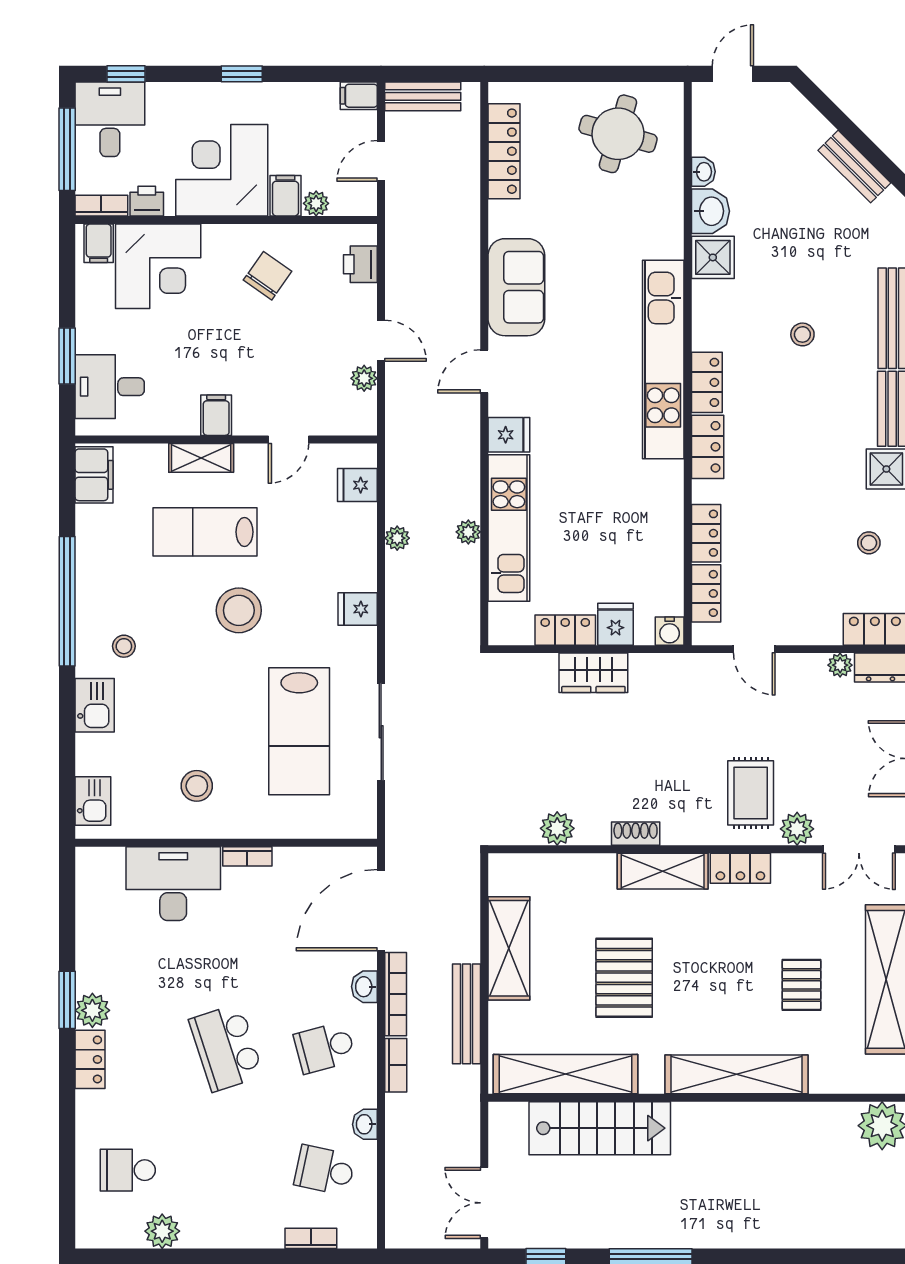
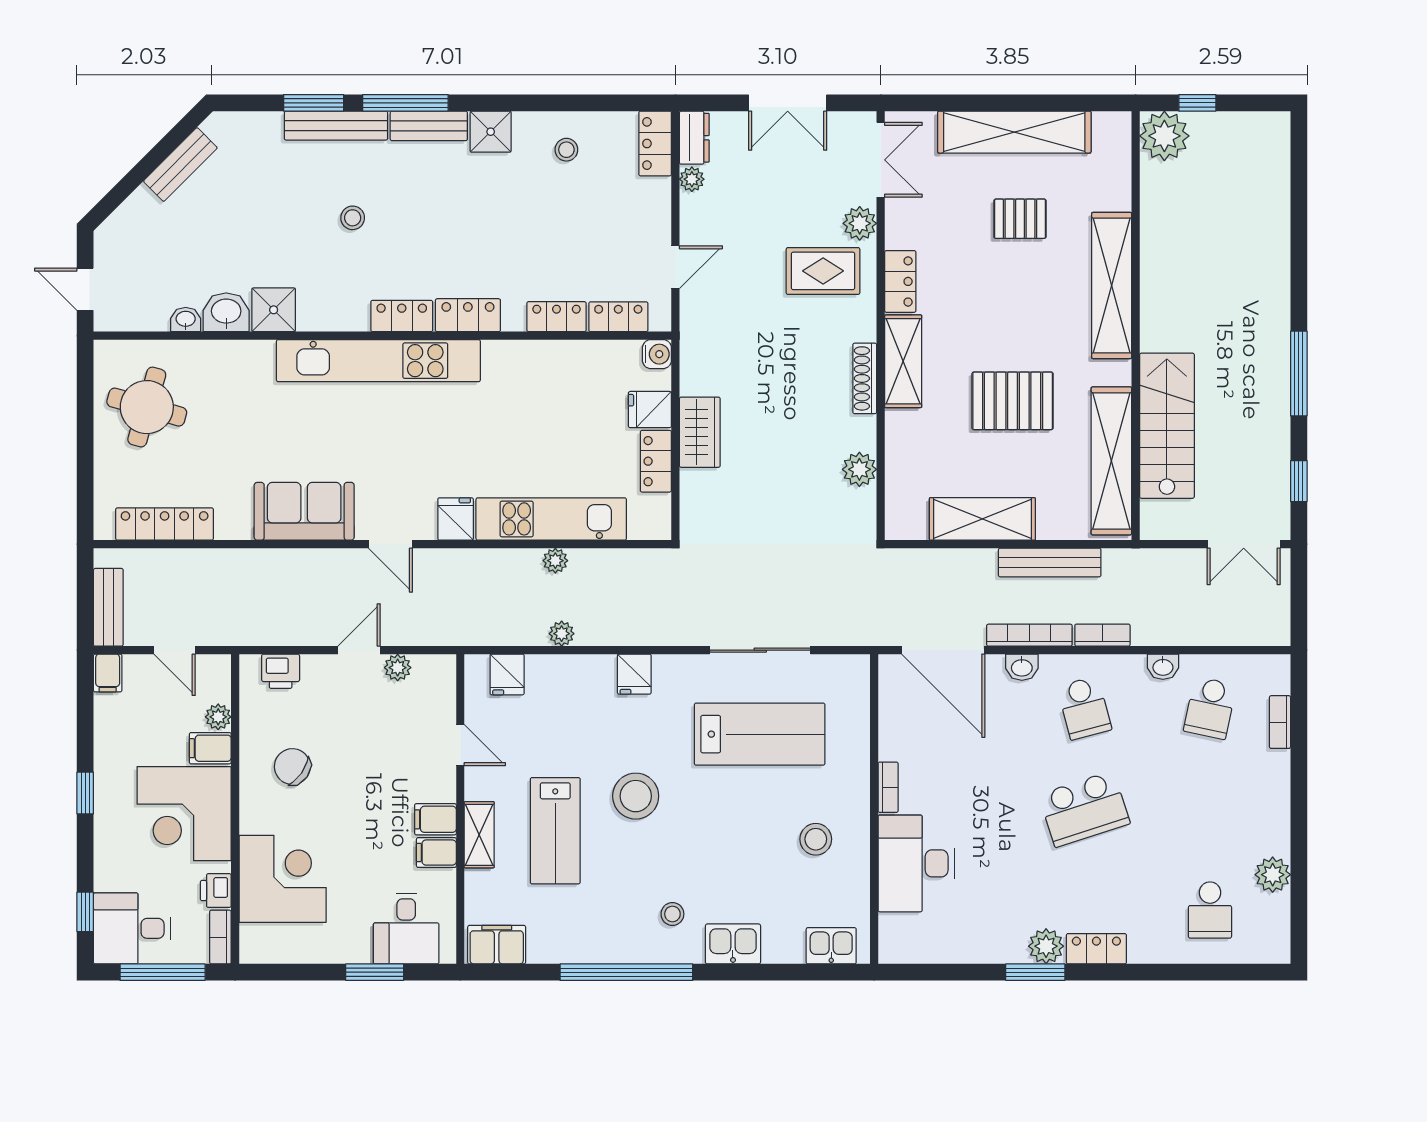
filing cabinet: (99, 243) -> (436, 853), moved, turned 180
shoe rack: (636, 834) -> (865, 378), width x1.43

